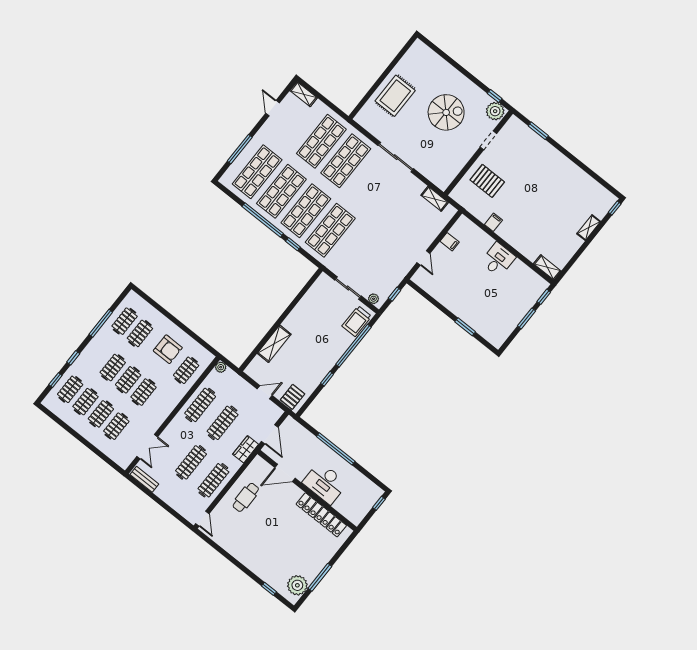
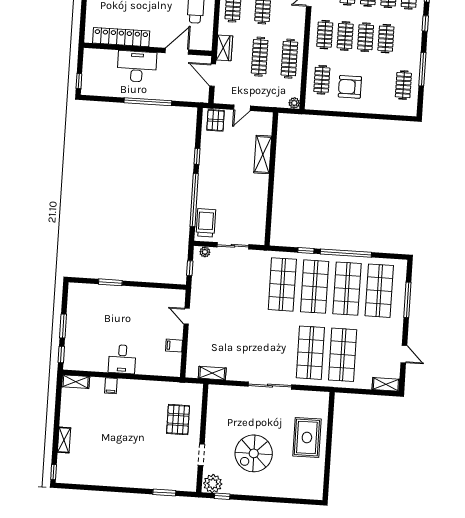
pallet: (487, 181) -> (178, 420), turned 90
filing cabinet: (493, 222) -> (111, 386), moved
clothes rail: (140, 333) -> (325, 35), moved

